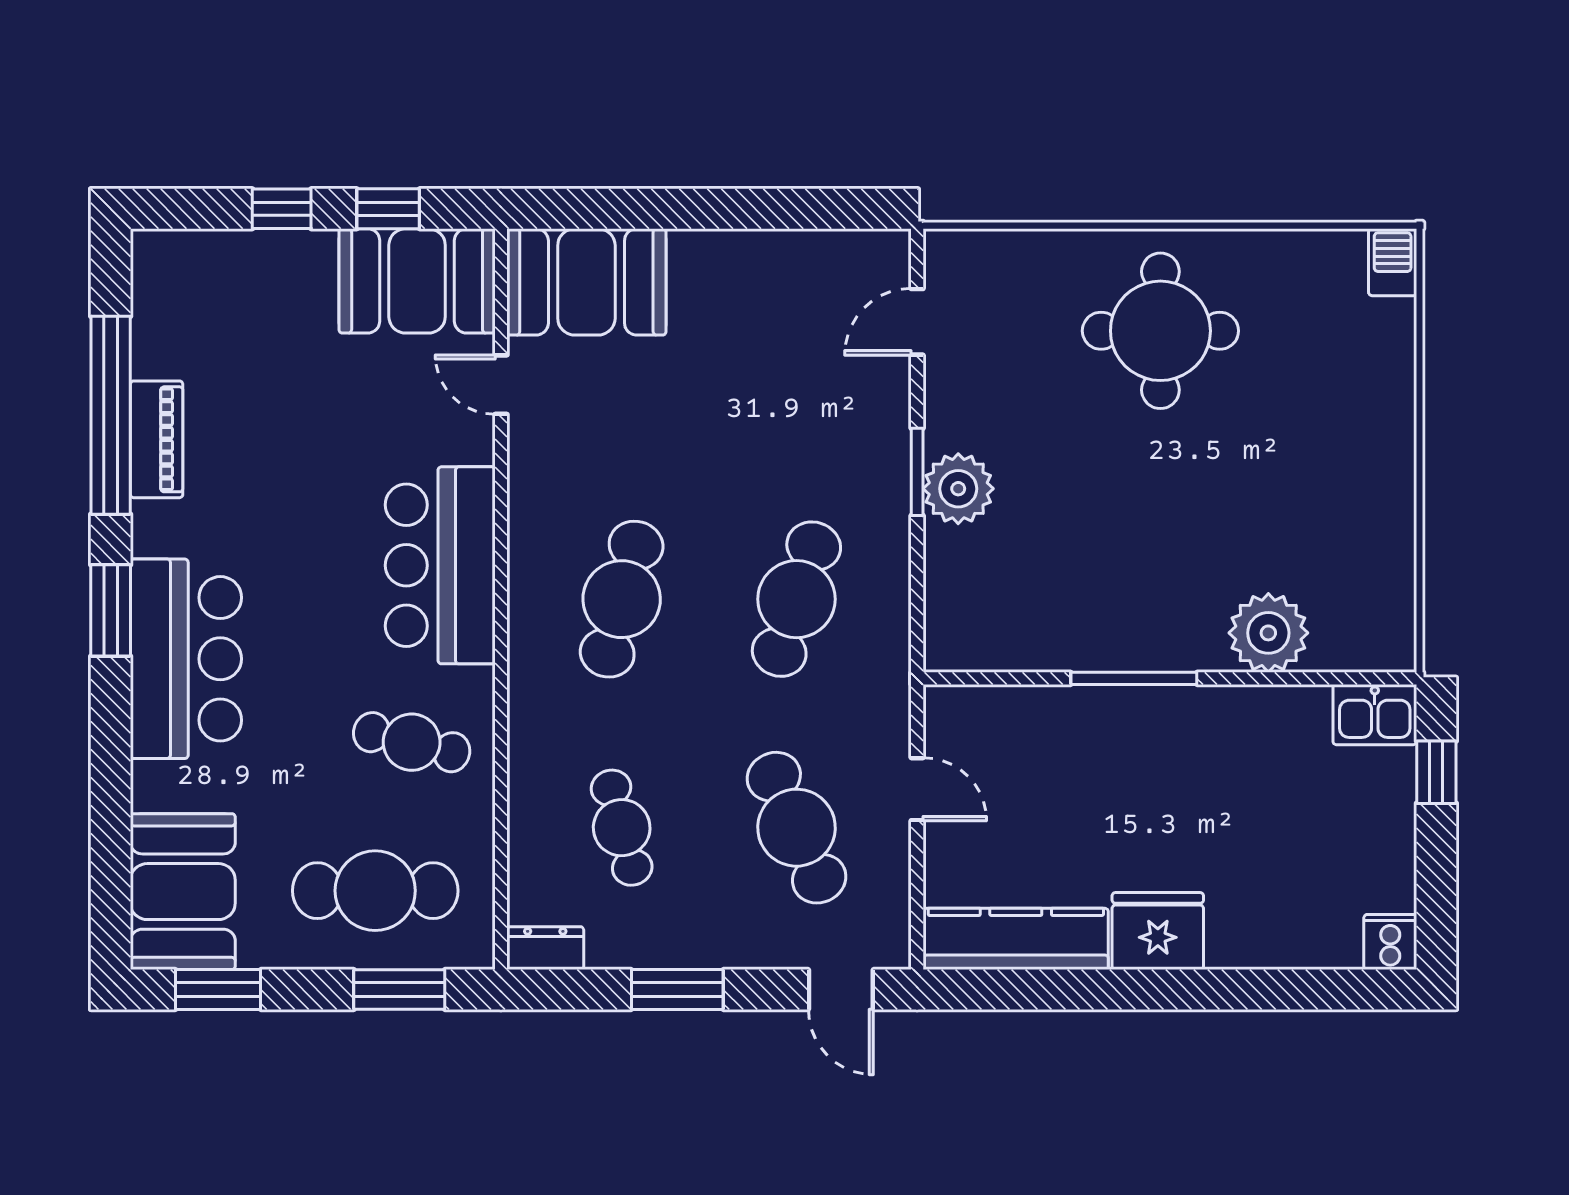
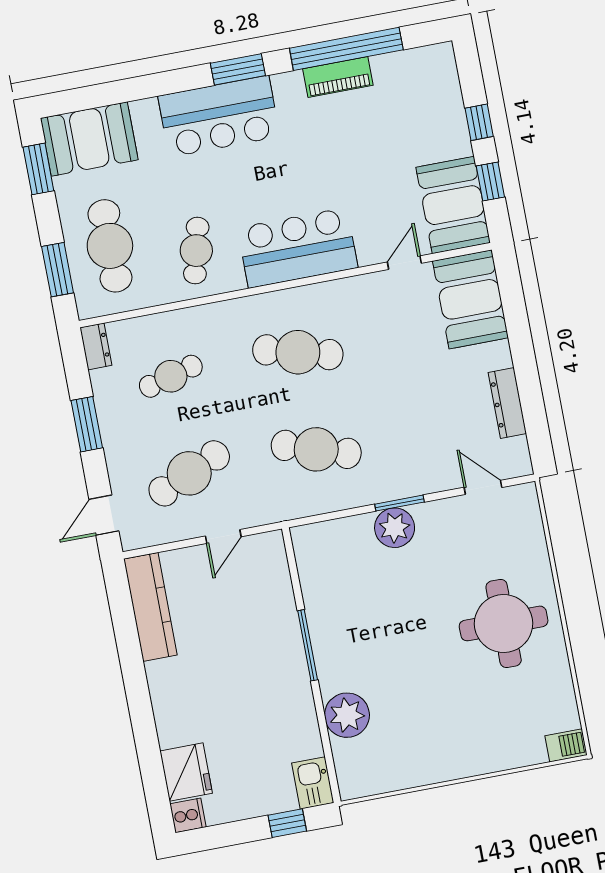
dresser: (779, 252) -> (507, 403), added
fridge: (1158, 931) -> (186, 772), moved

